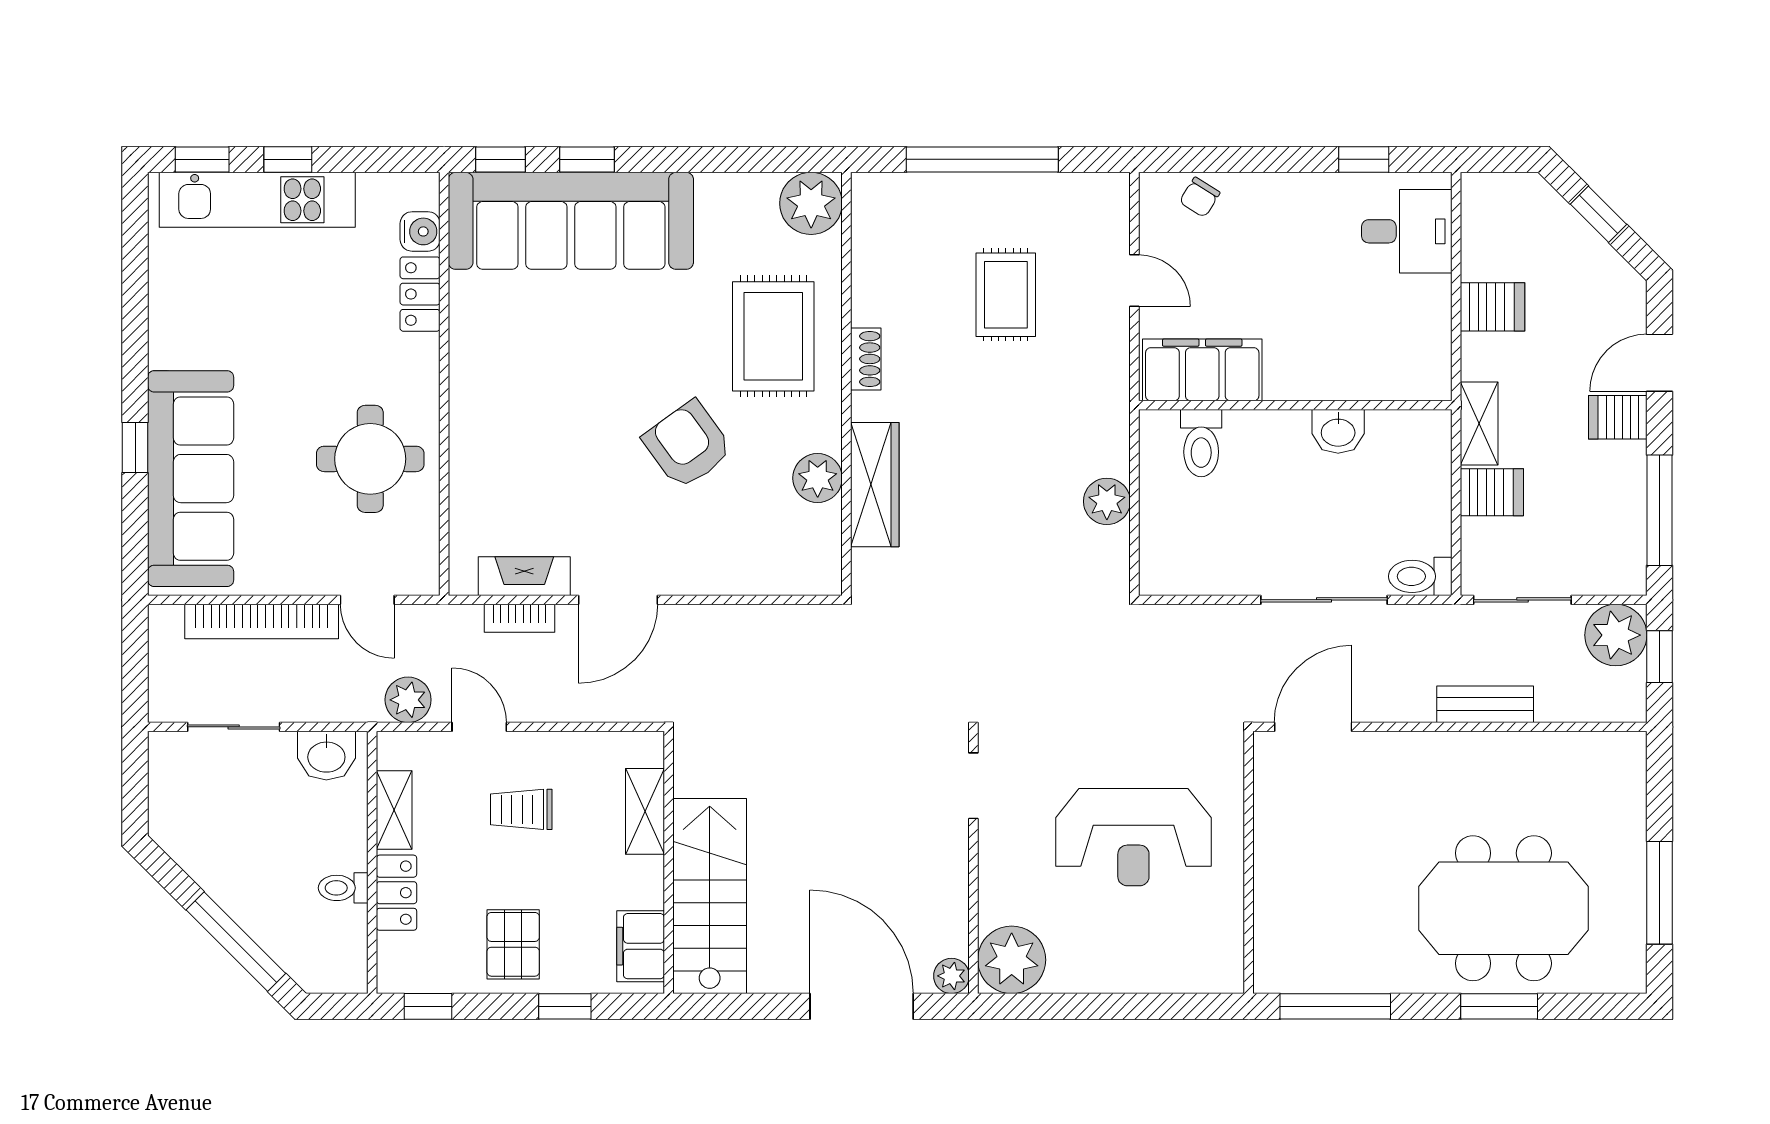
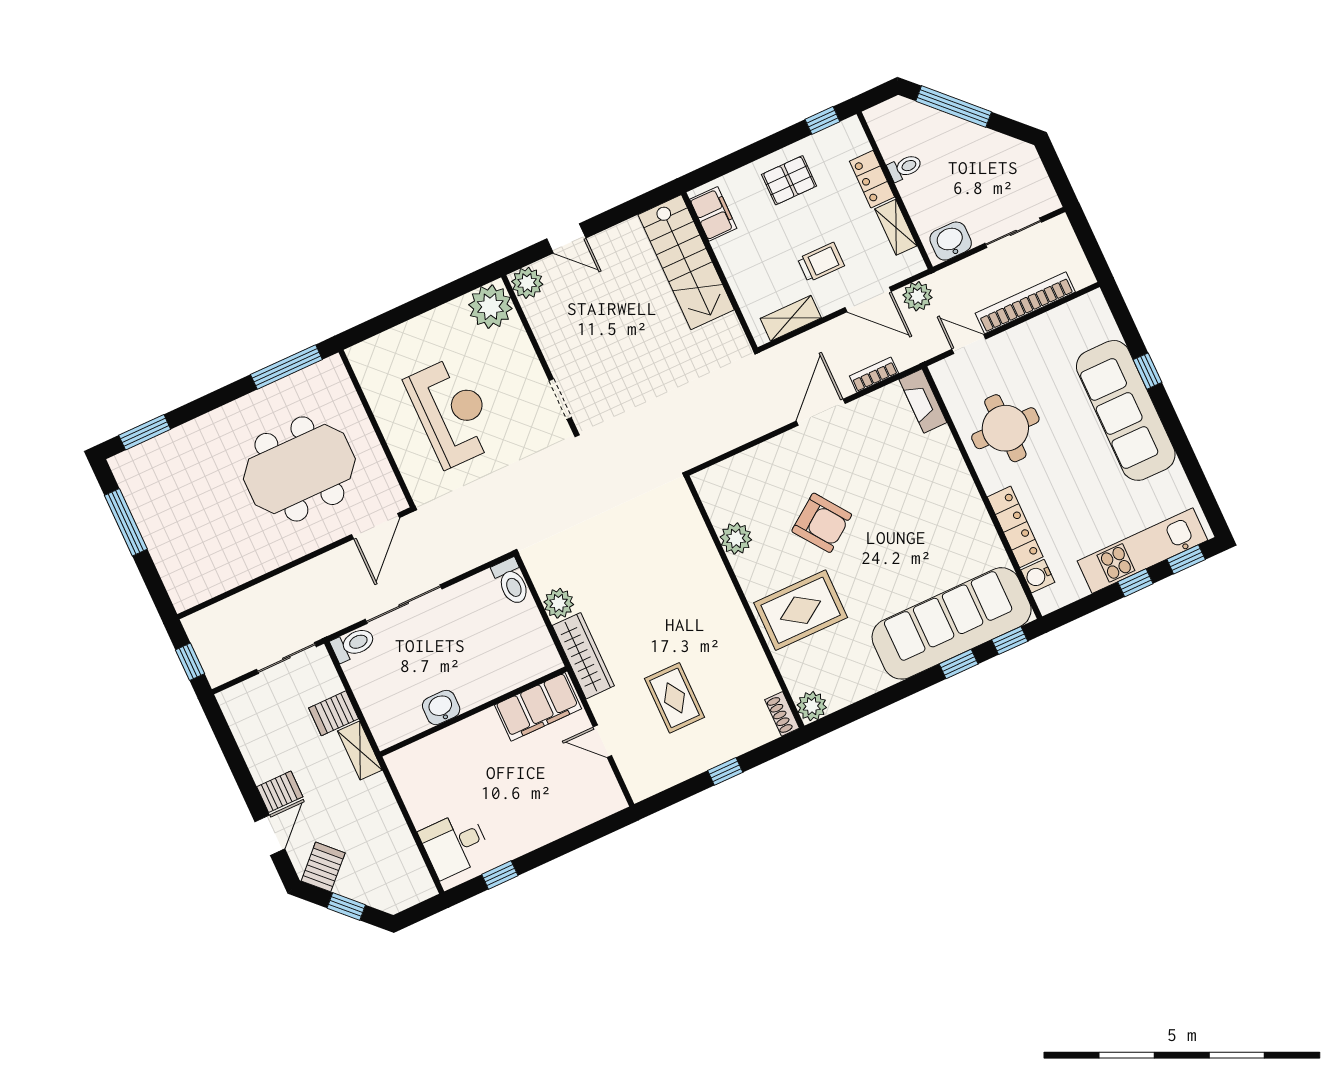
window: (982, 159) -> (725, 771), width x0.32
chair: (1200, 197) -> (586, 808), removed
plant: (811, 203) -> (812, 706), width x0.73, depth x0.73
locker: (420, 294) -> (1015, 527), width x1.53
server rack: (1493, 307) -> (323, 867), moved, turned 135
rug: (773, 336) -> (801, 610), turned 90
shoe rack: (866, 359) -> (782, 714), moved
toilet: (1201, 443) -> (511, 582), moved, turned 180
sofa: (191, 479) -> (1126, 410), moved
wardrobe: (875, 485) -> (583, 656), moved, turned 180
window: (1659, 510) -> (230, 748), removed
fireplace: (524, 576) -> (923, 401), moved, turned 90
plant: (1616, 635) -> (222, 663), removed
bench: (1485, 704) -> (280, 586), removed
door: (479, 727) -> (868, 300), width x1.38
shelving: (645, 811) -> (791, 318), moved, turned 90
reception desk: (1133, 837) -> (452, 412), turned 90
meeting table: (1503, 908) -> (299, 469), moved
pallet: (513, 944) -> (789, 180), turned 90
plant: (952, 976) -> (527, 283), width x1.38, depth x1.38
window: (565, 1006) -> (742, 158), removed
door: (862, 1006) -> (566, 238), width x0.53
window: (1499, 1006) -> (145, 432), moved

